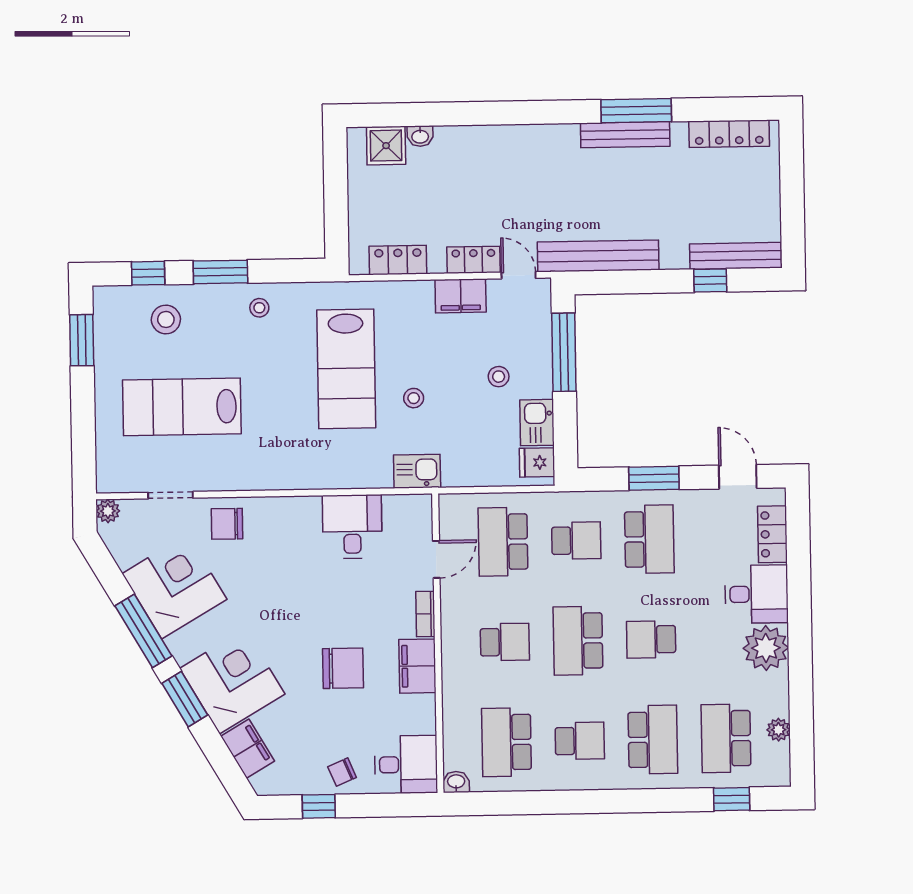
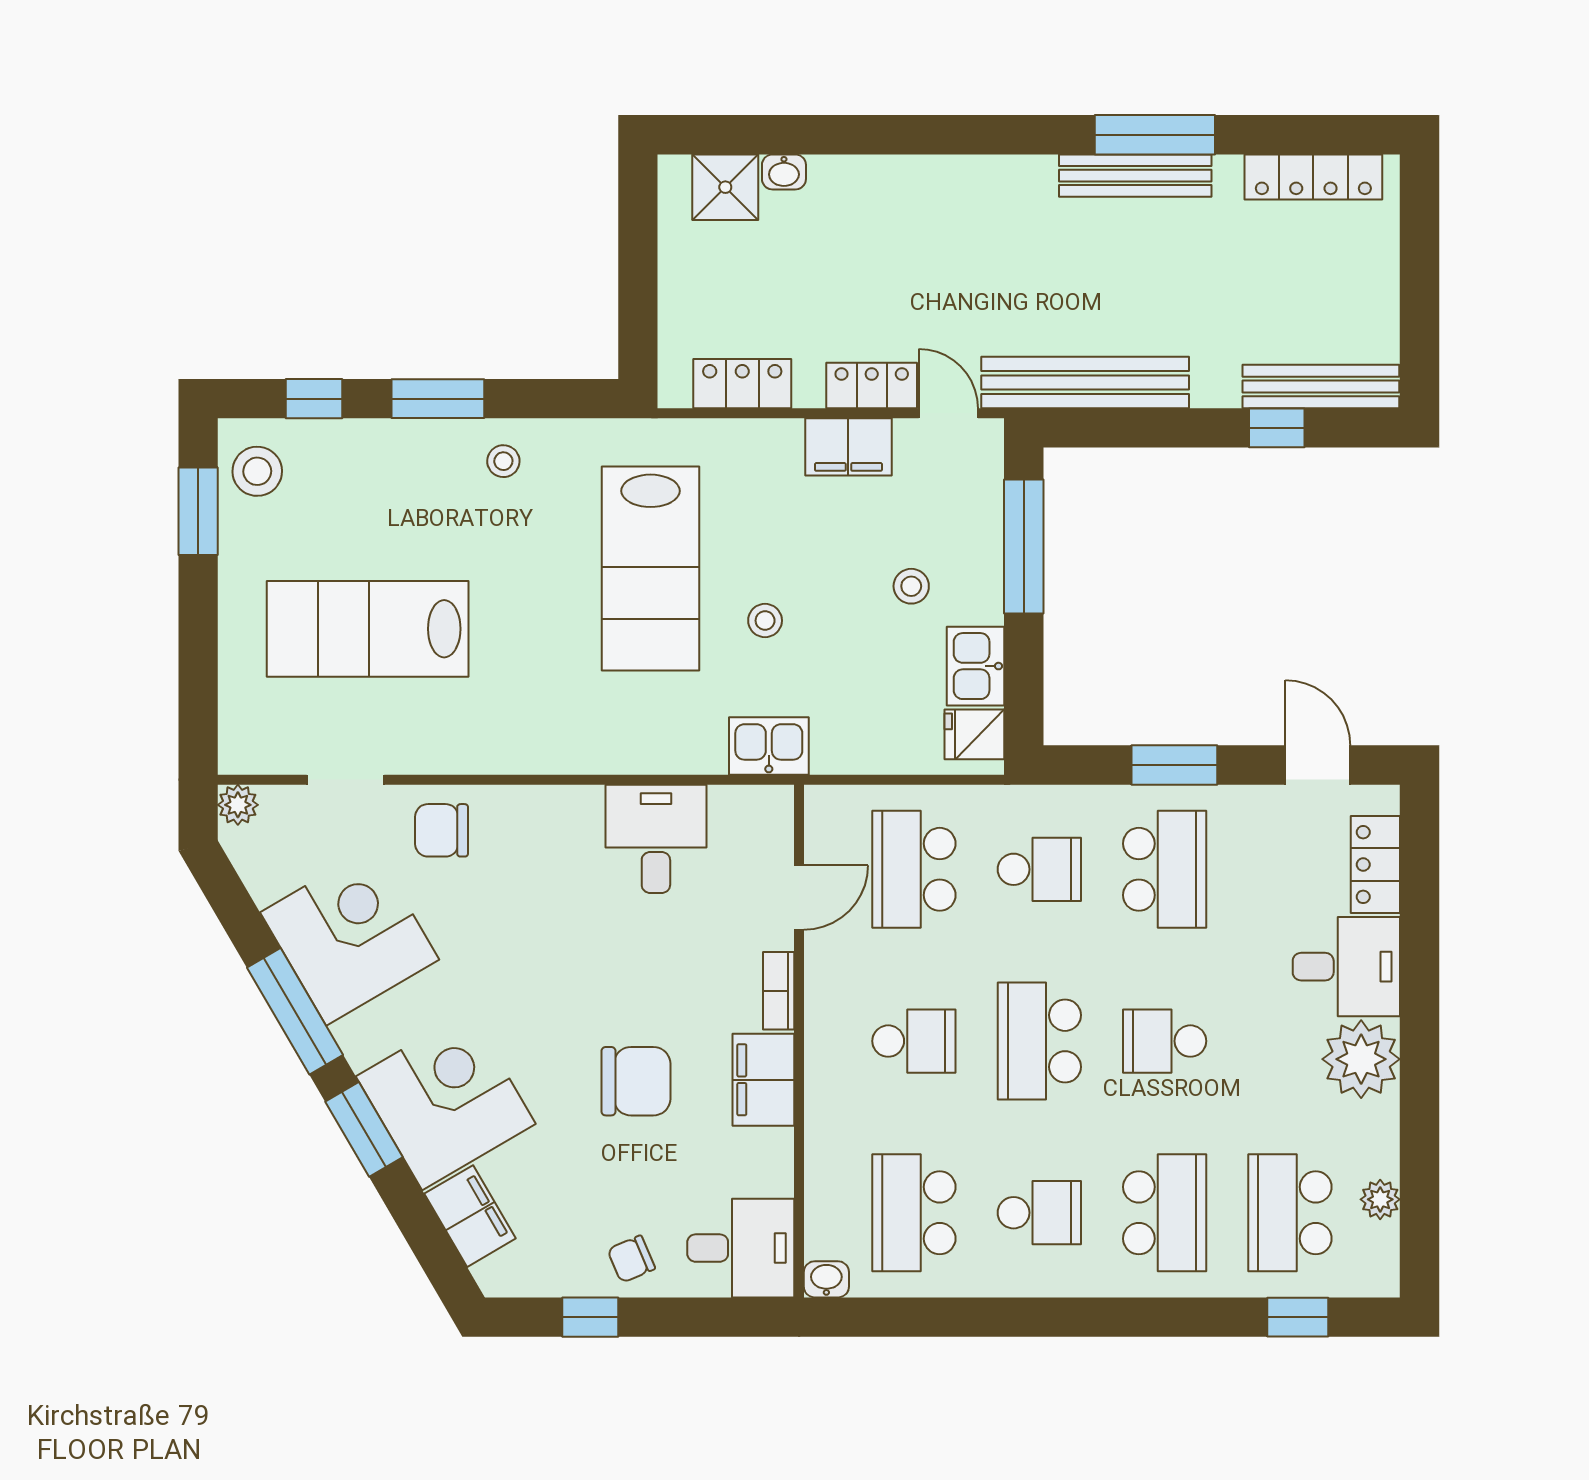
stool: (166, 319) -> (257, 471), moved

